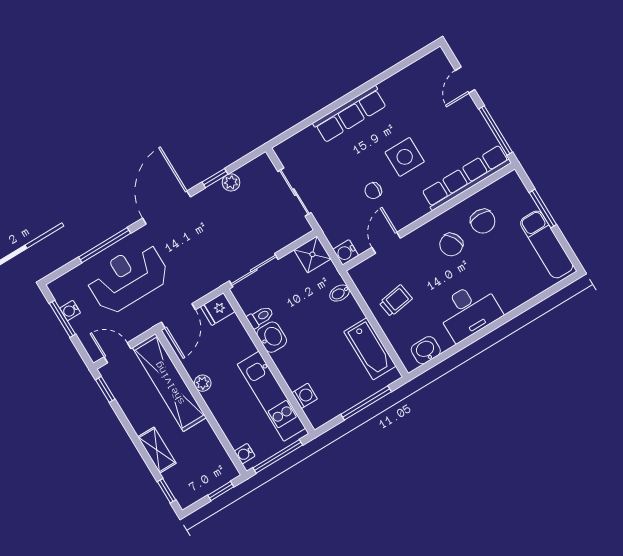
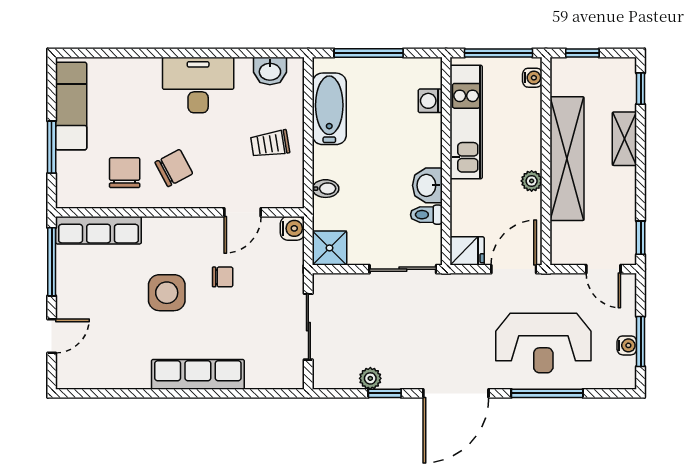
row of seats: (466, 178) -> (98, 230), width x0.73
shelving: (169, 383) -> (567, 159), moved

